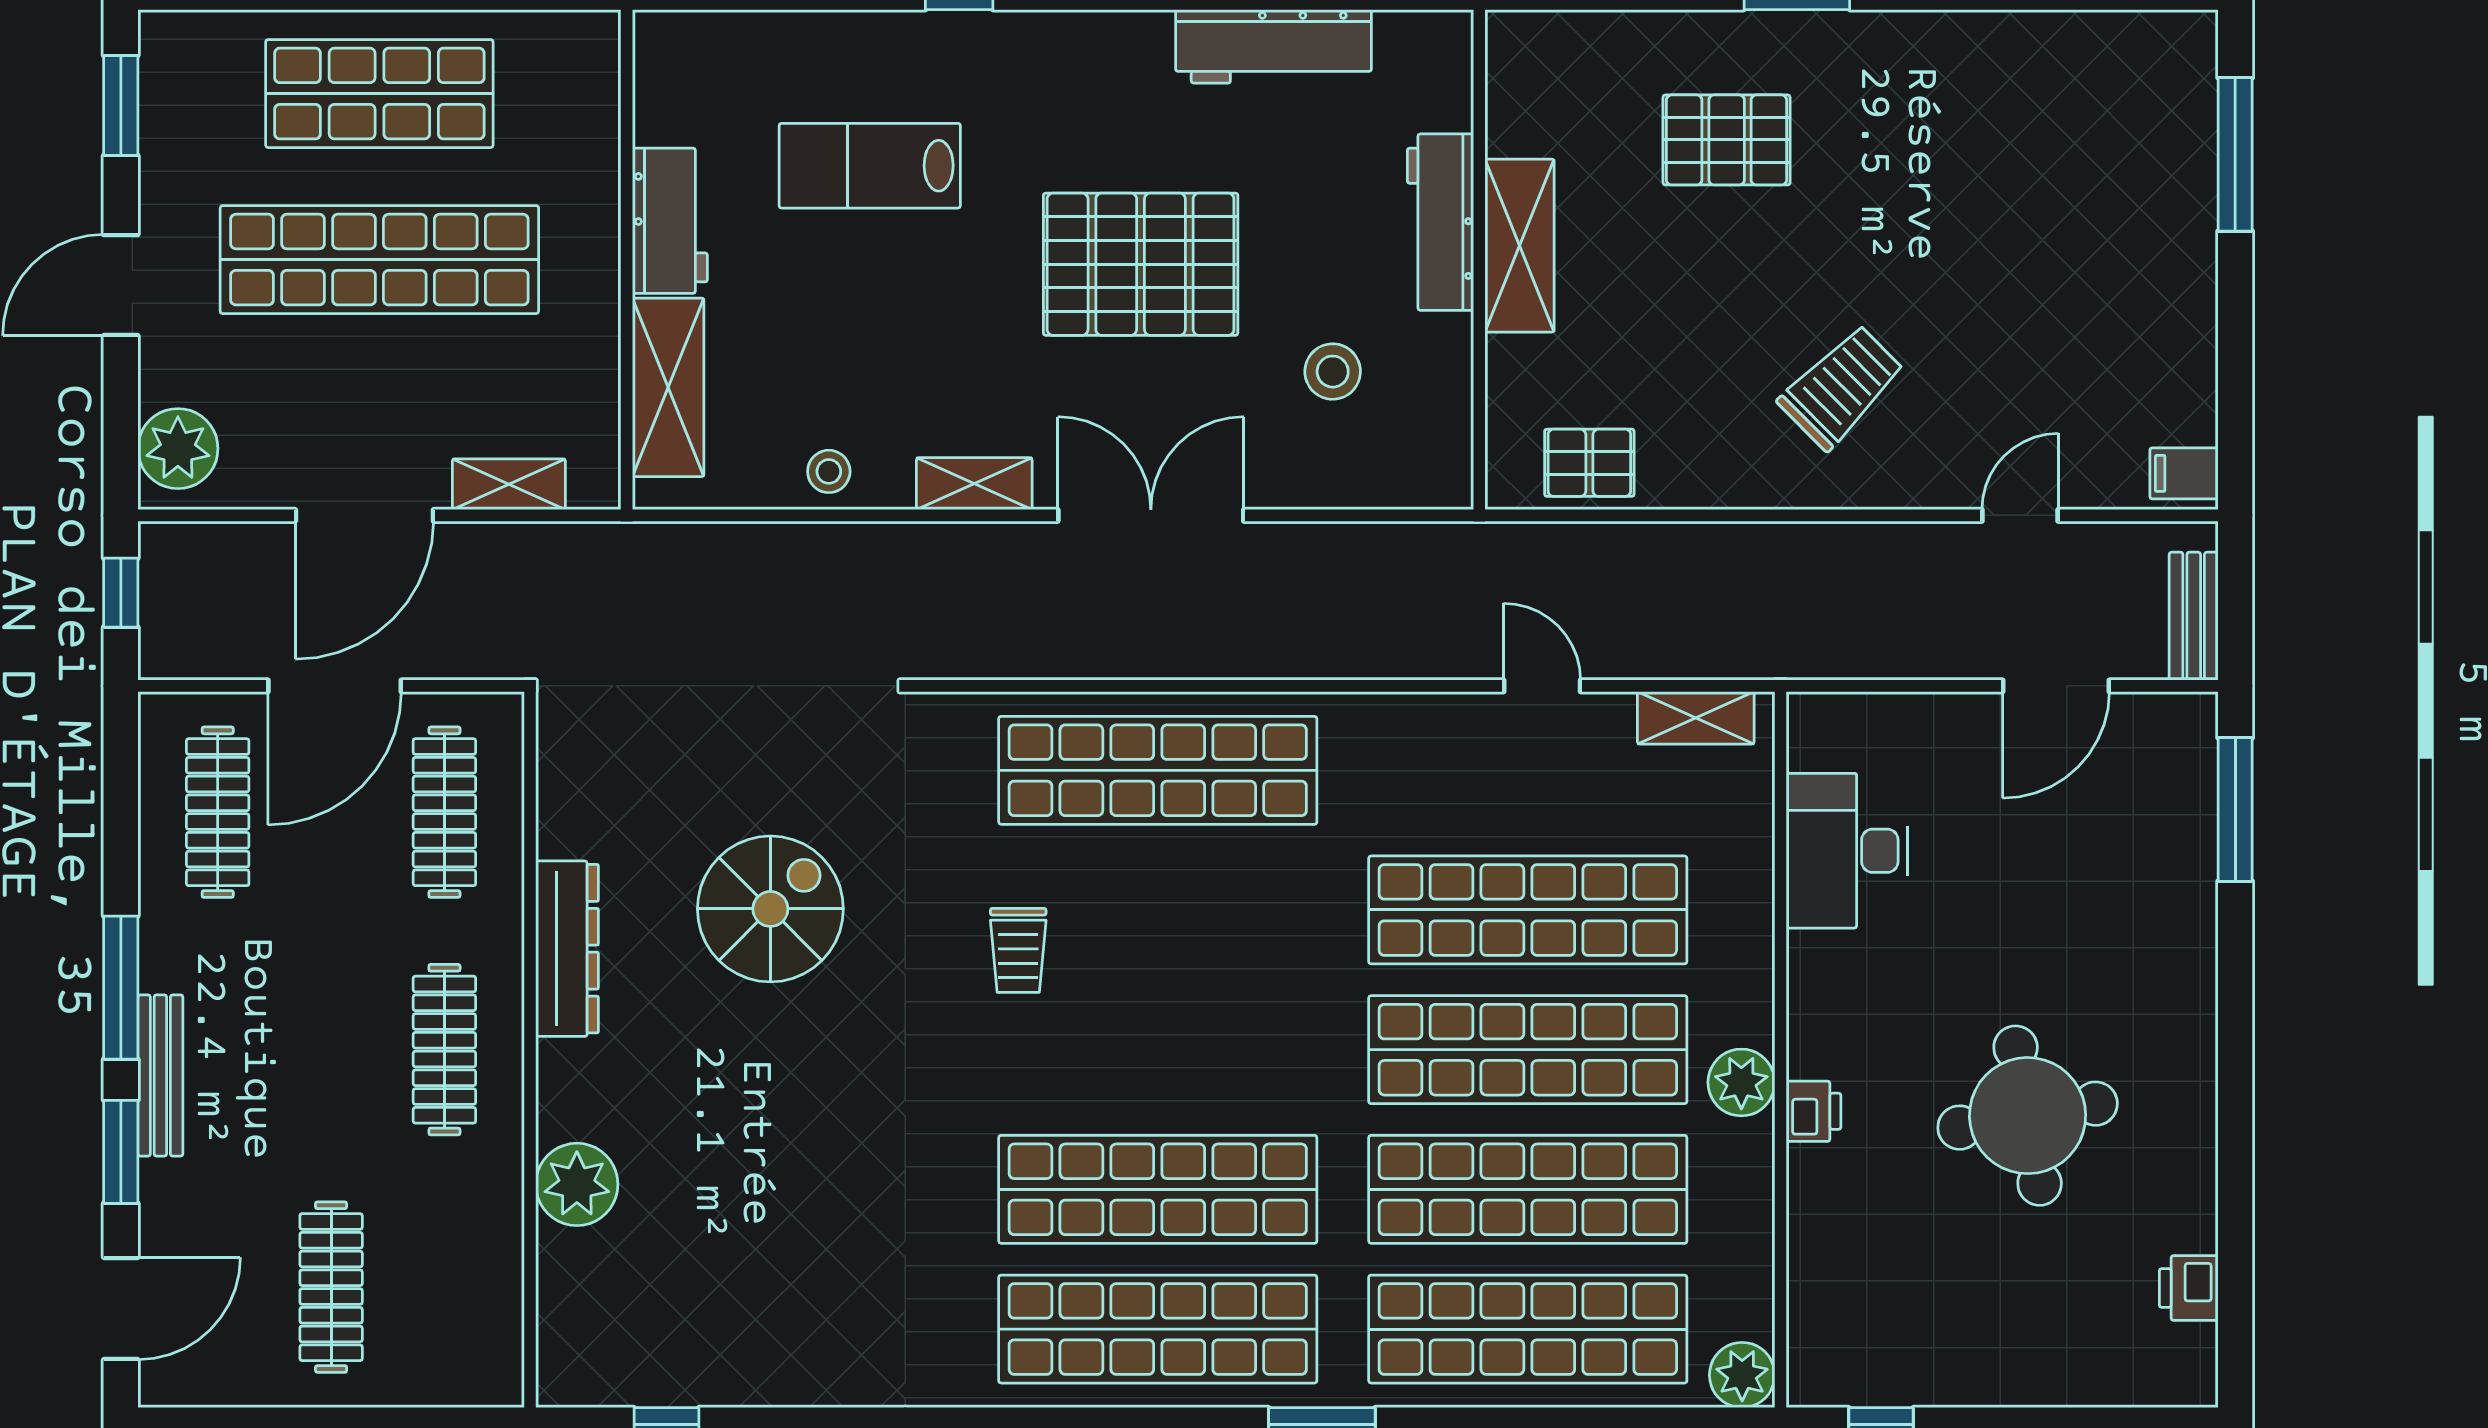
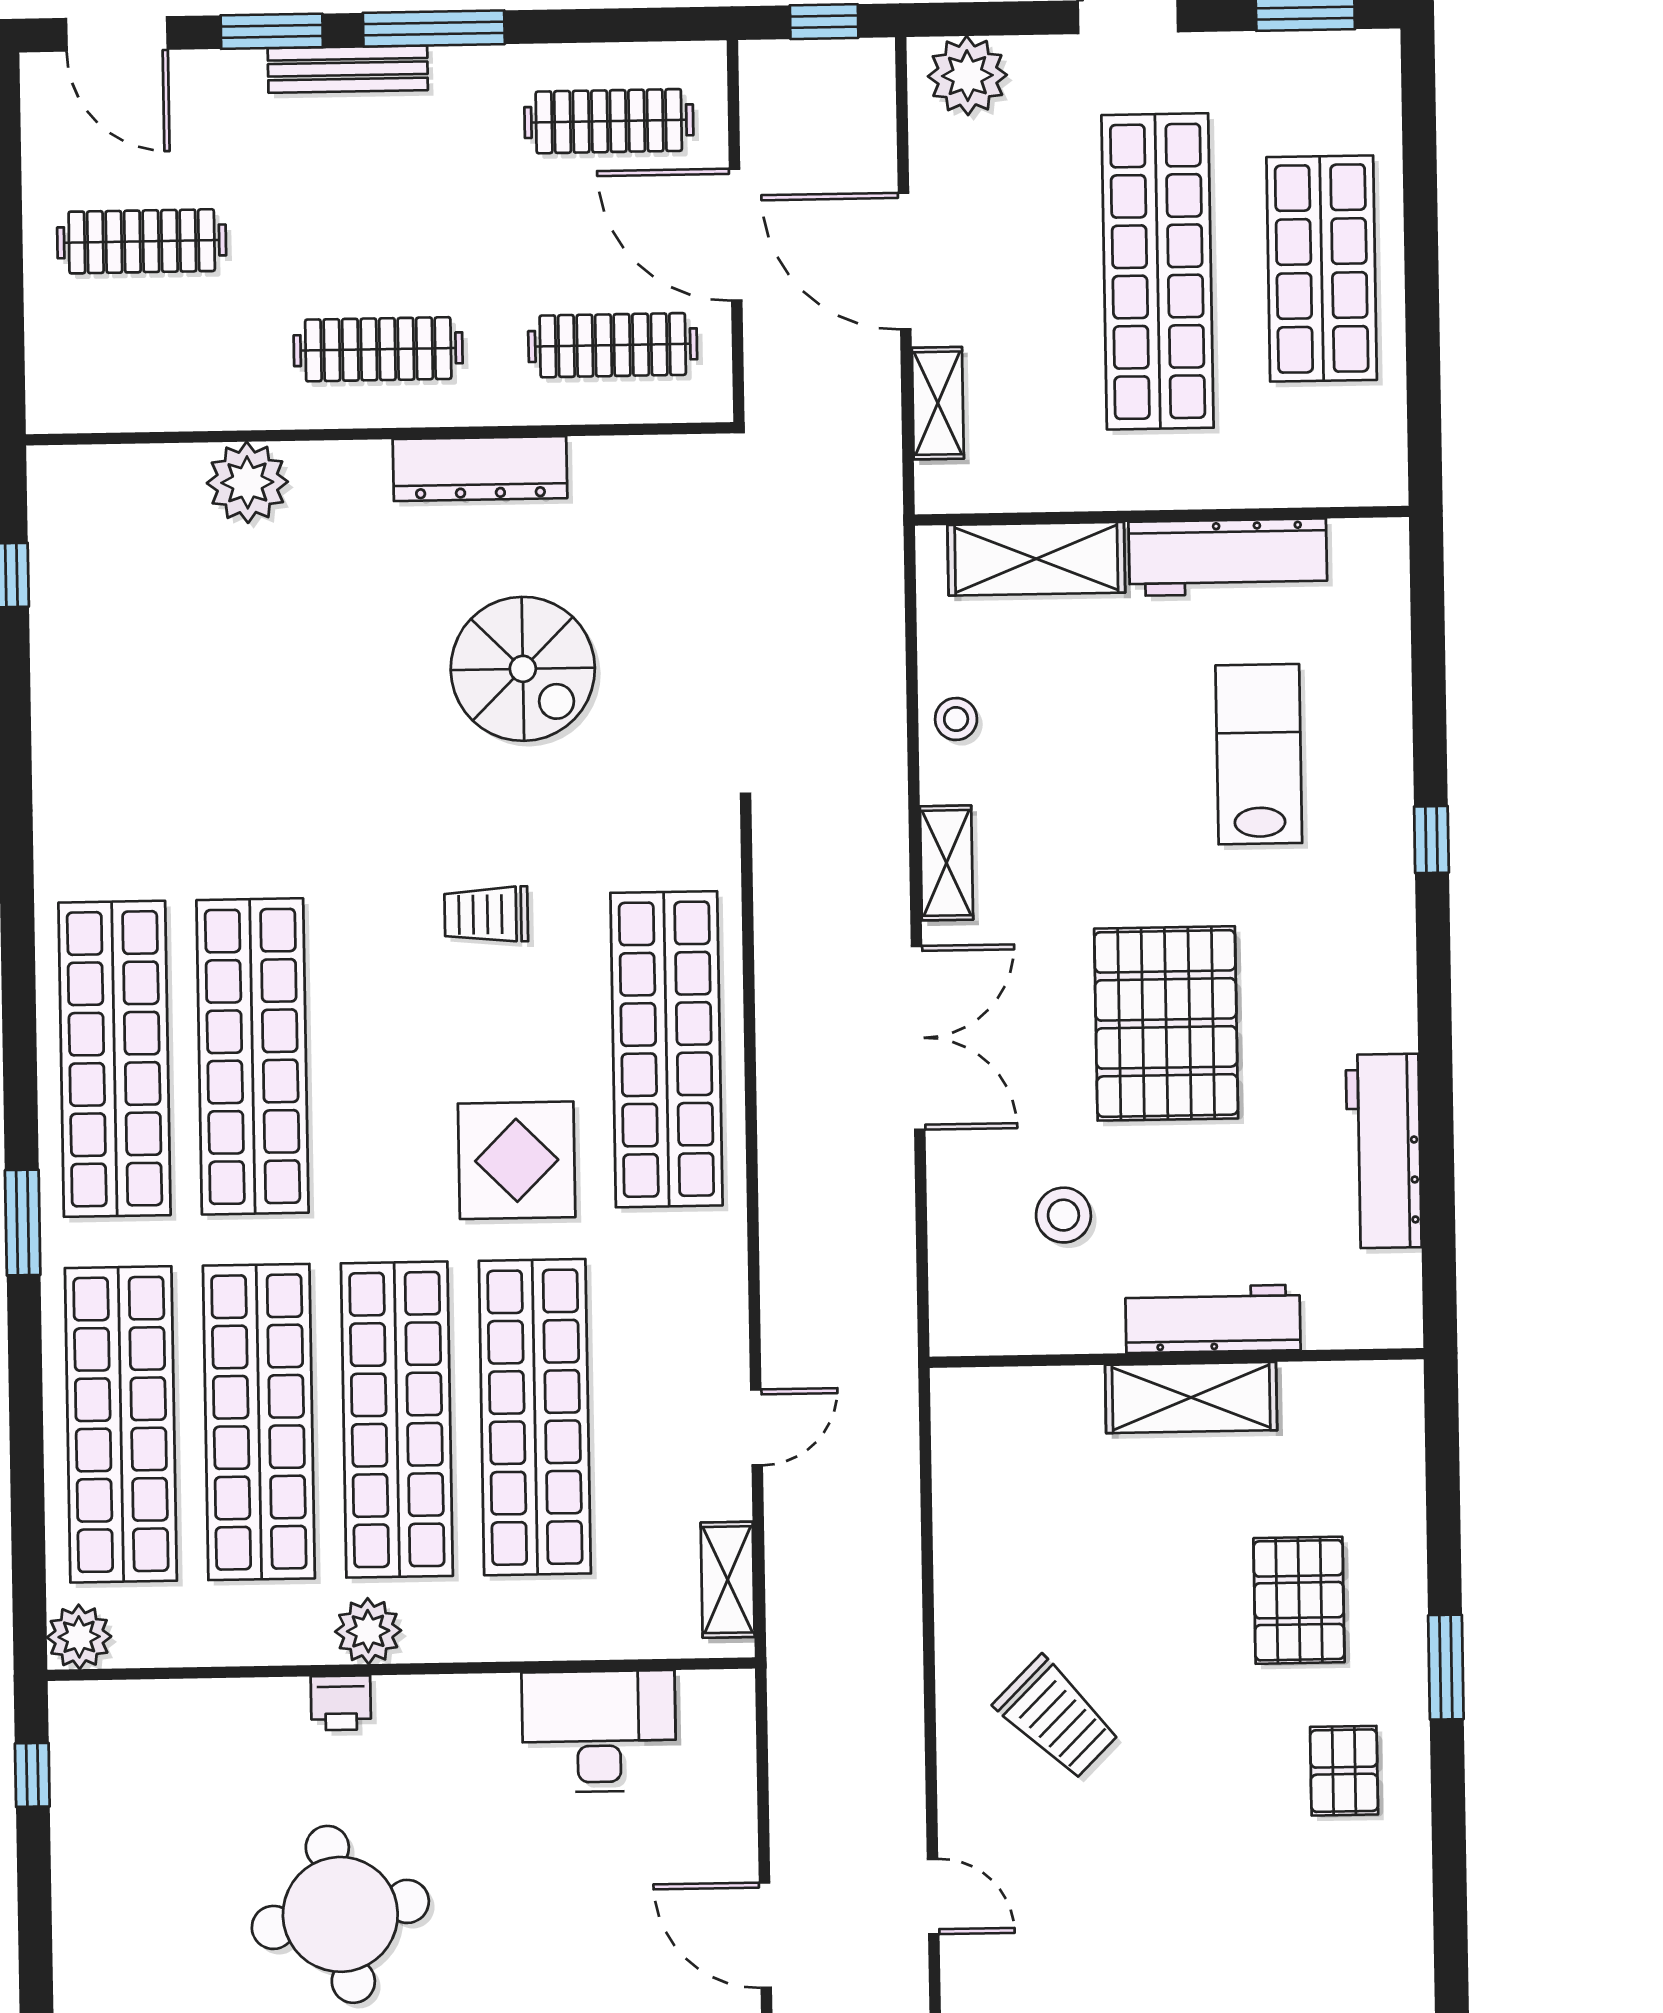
workbench: (670, 221) -> (1228, 557), width x1.38
pallet: (1589, 463) -> (1344, 1771), moved
display table: (1268, 924) -> (517, 1160), added

